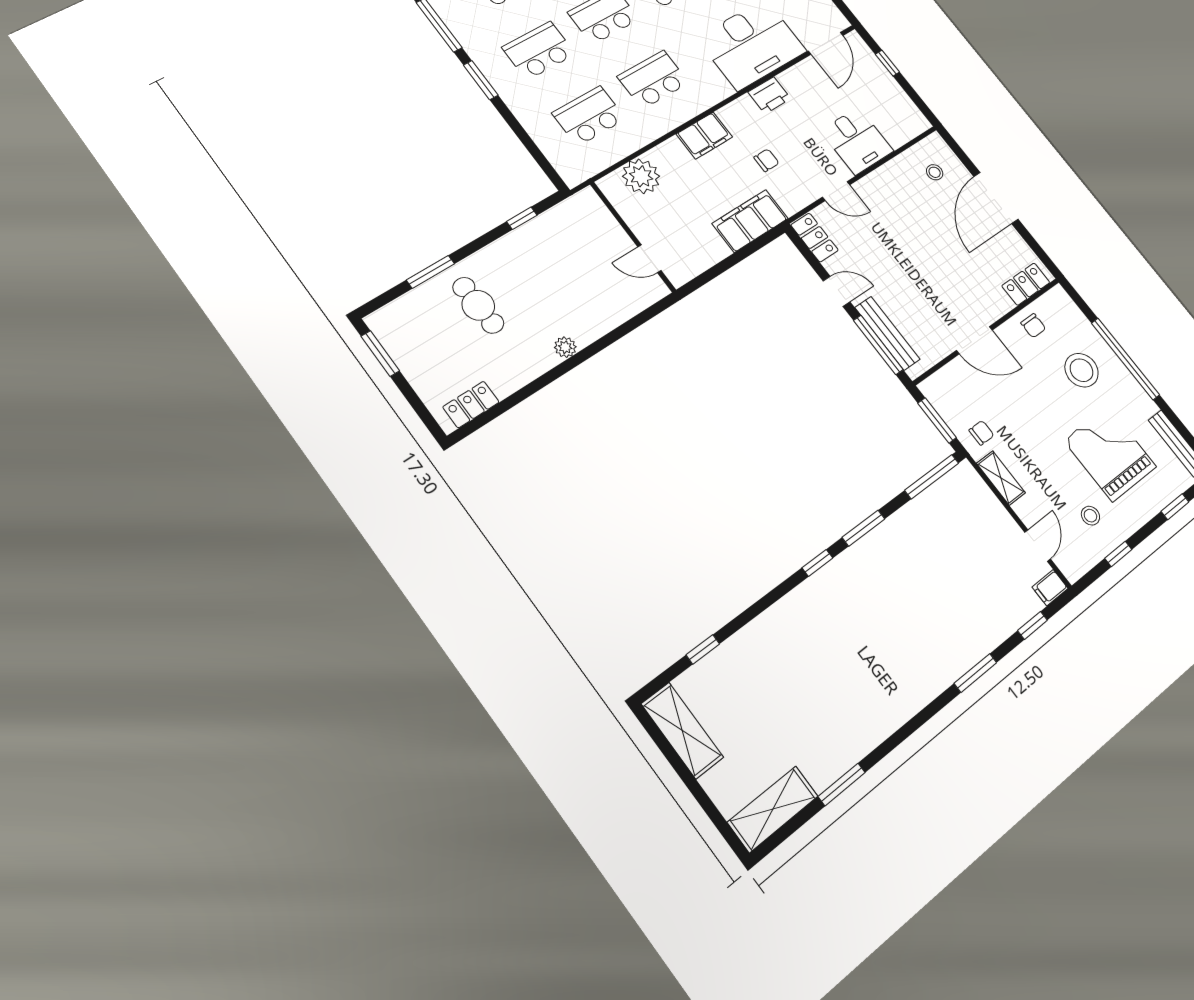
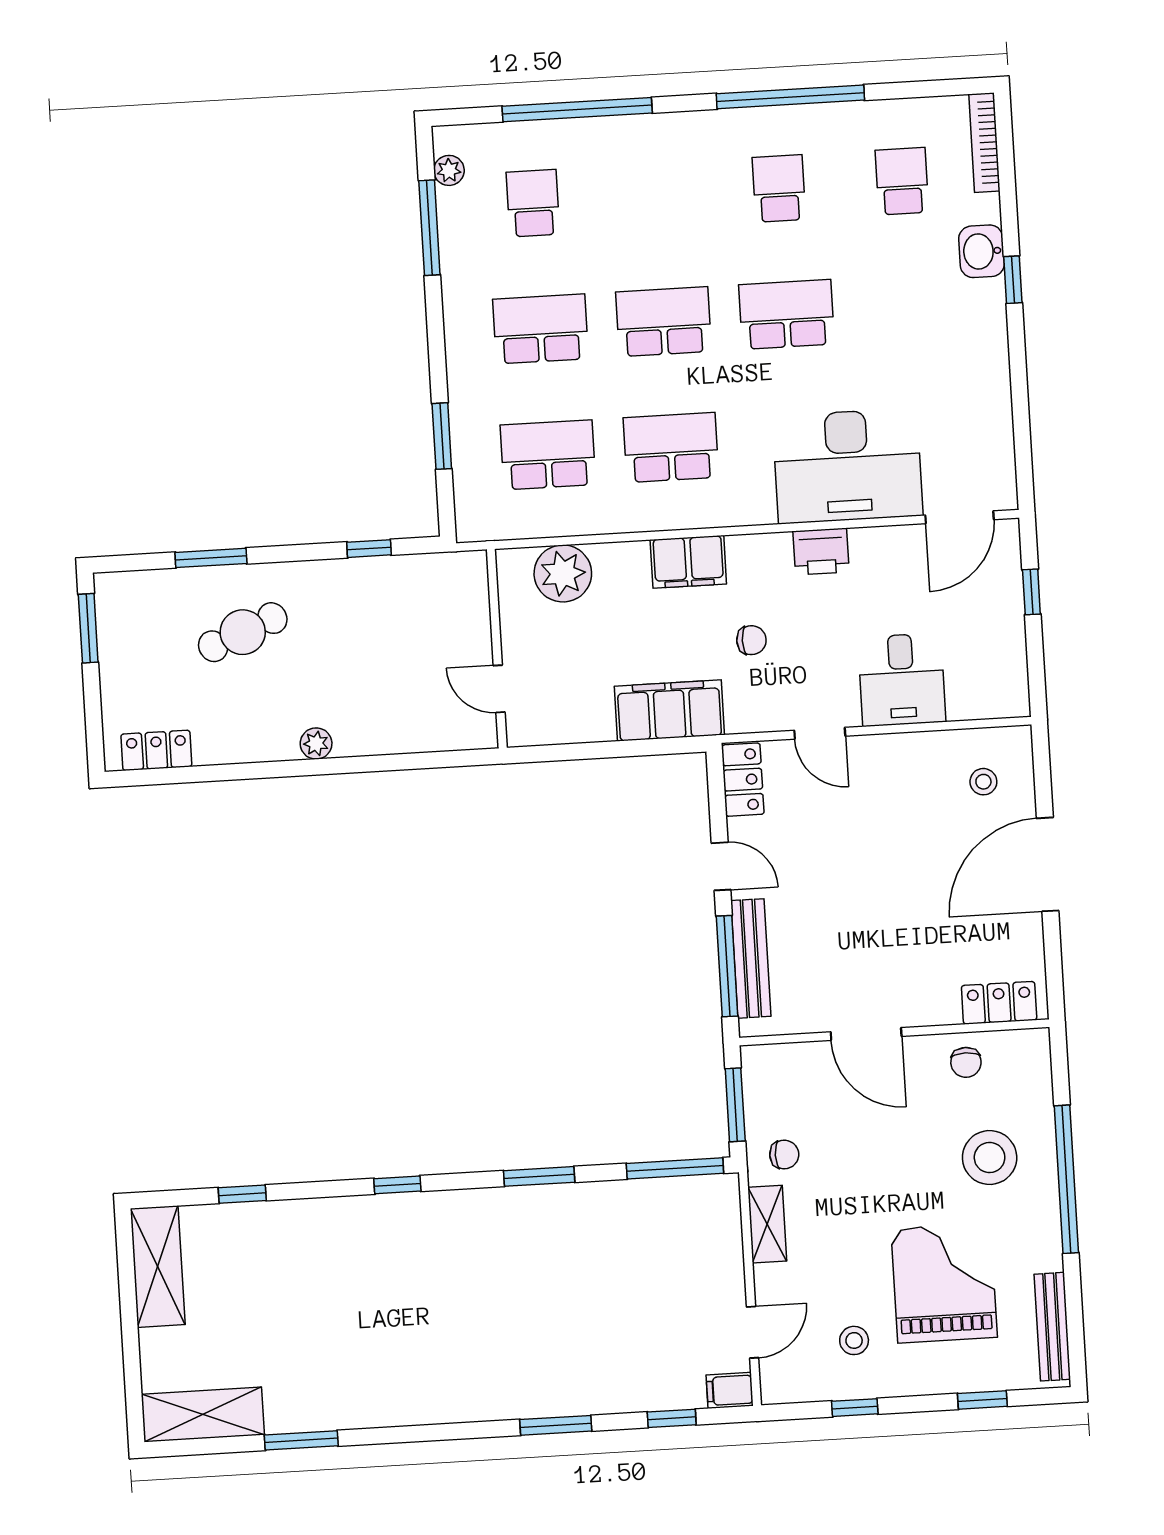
window: (481, 80) -> (442, 436), moved
cafe table: (478, 305) -> (243, 632), turned 70
window: (817, 563) -> (397, 1185), moved

